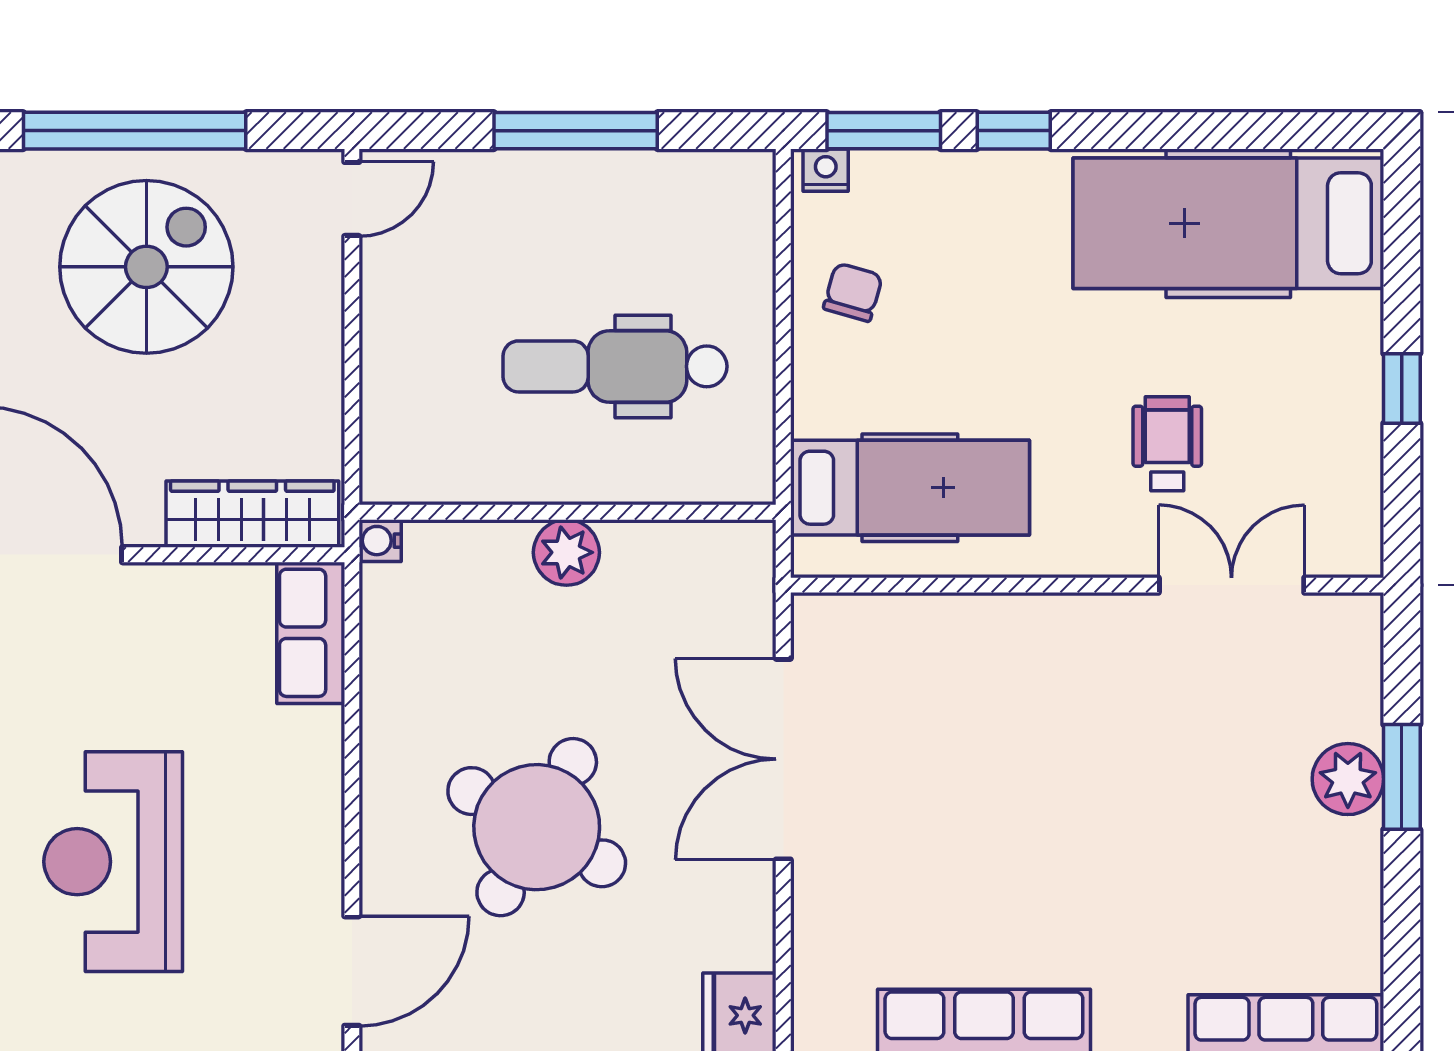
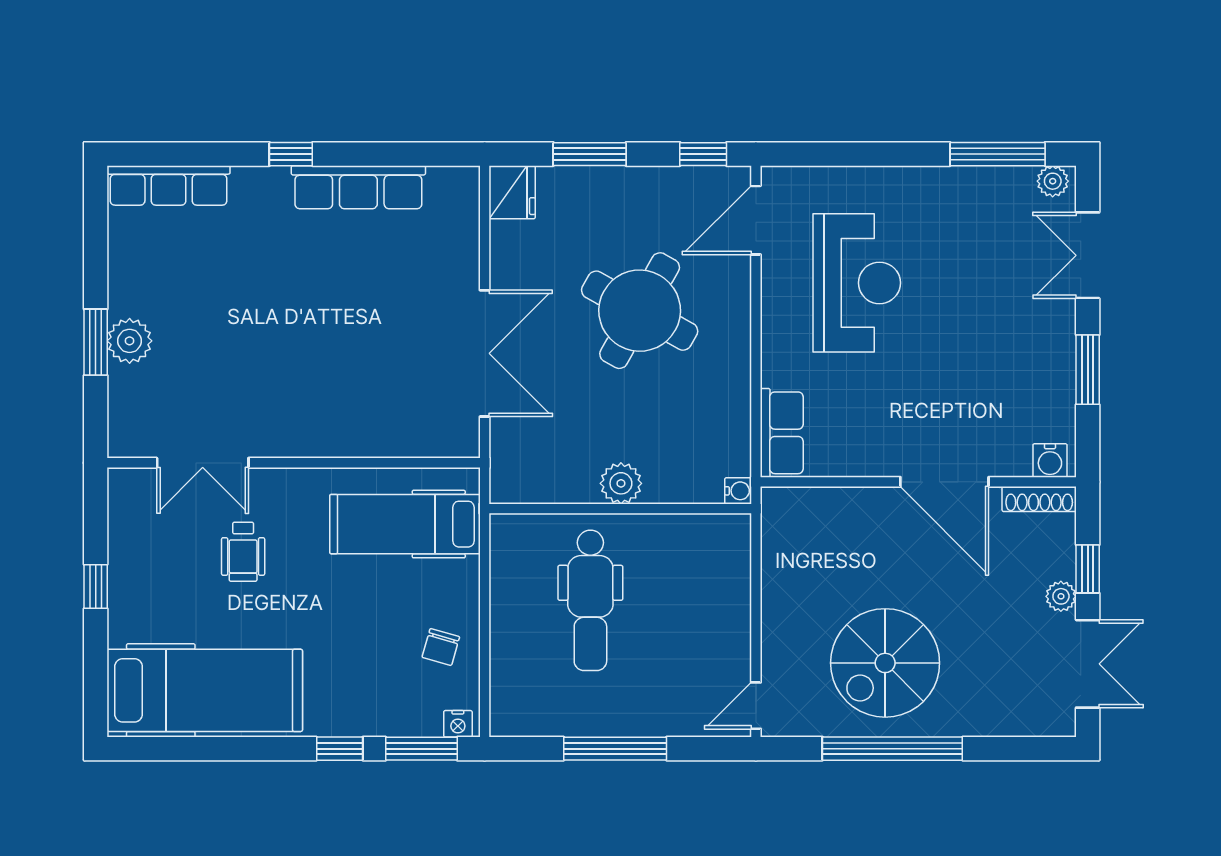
dental chair: (615, 366) -> (590, 600), turned 90
wardrobe: (252, 514) -> (818, 507), removed
reception desk: (113, 862) -> (857, 283), moved

